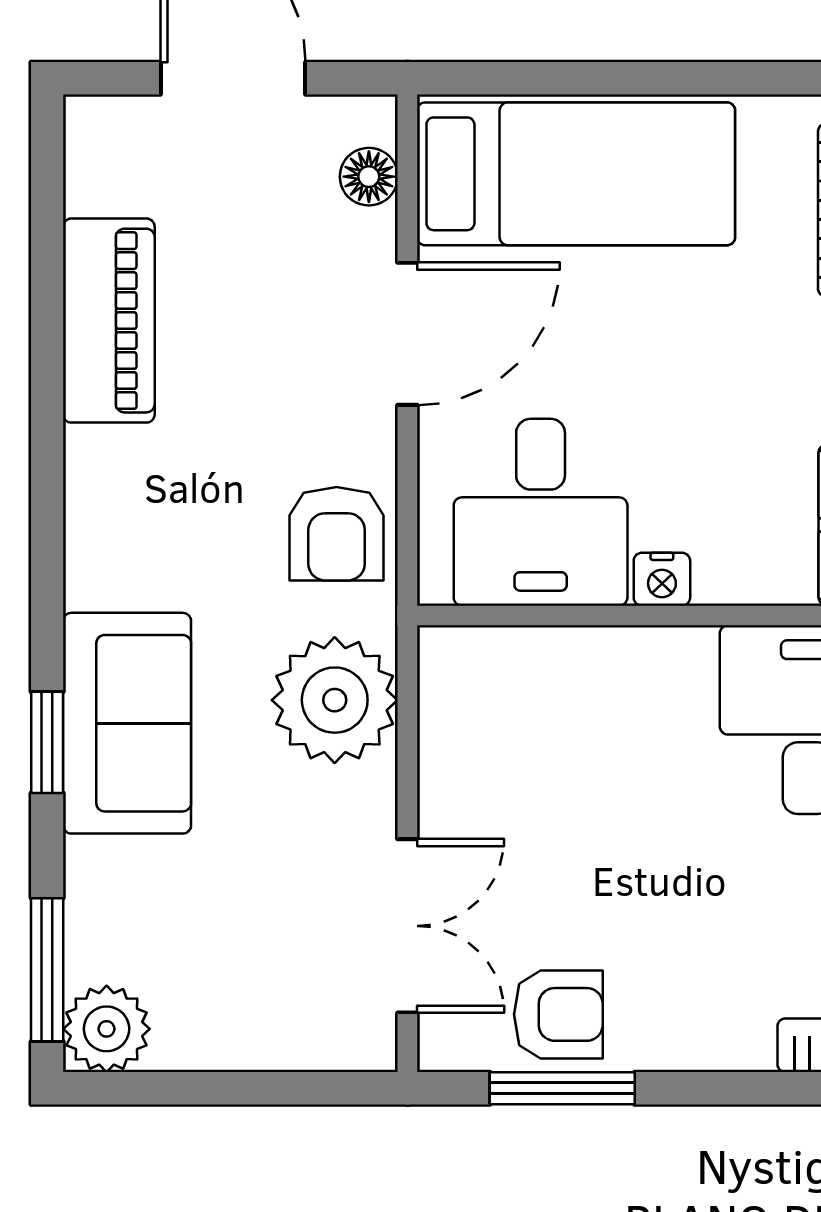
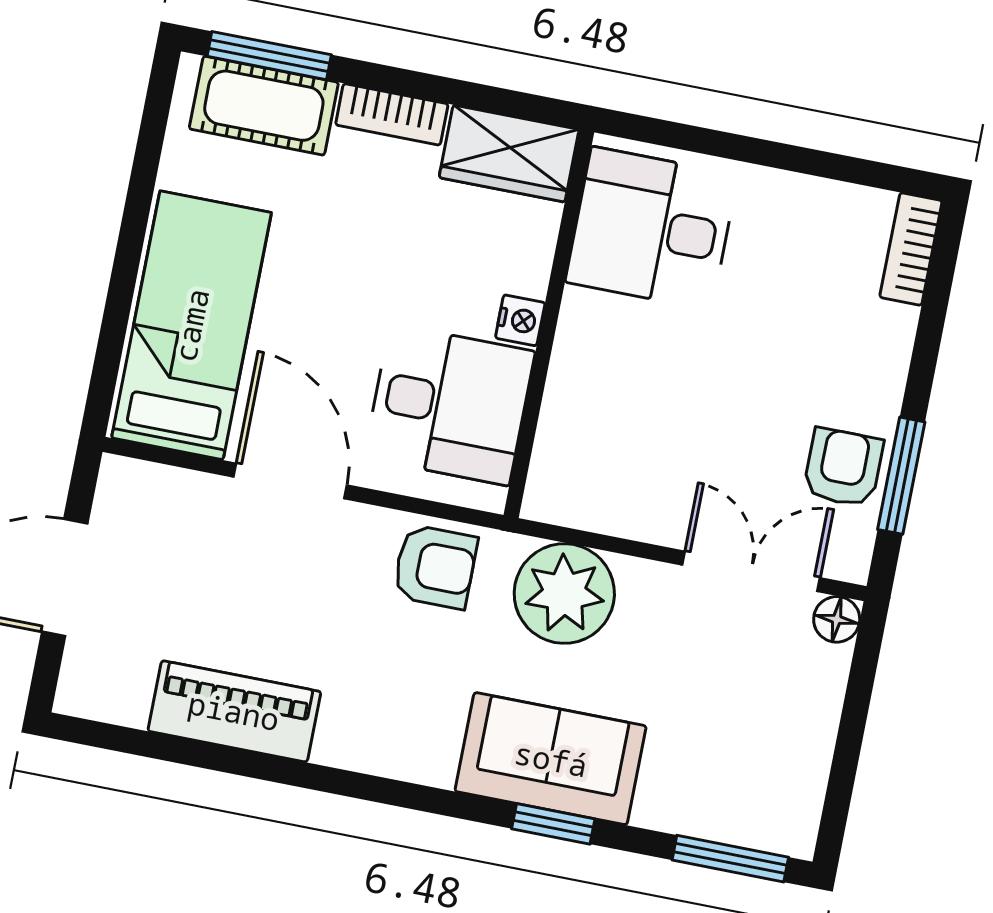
floor lamp: (369, 177) -> (837, 619), moved
plant: (107, 1029) -> (785, 821), removed

